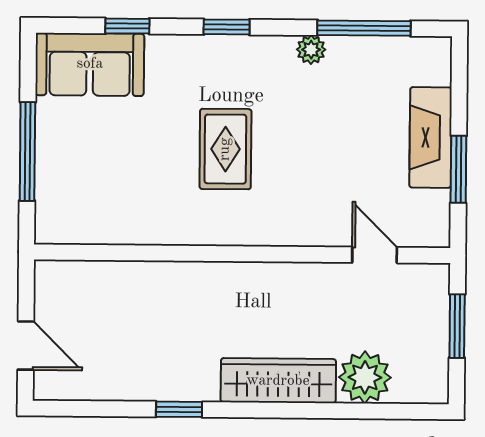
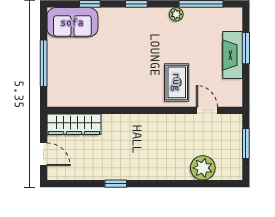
rug: (225, 149) -> (177, 82), moved
window: (458, 169) -> (246, 48), moved
wardrobe: (278, 381) -> (74, 124), moved, turned 180

